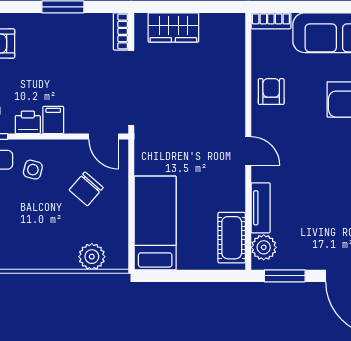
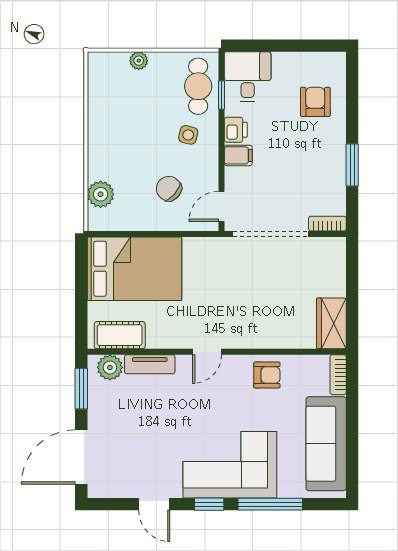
wardrobe: (173, 28) -> (331, 323), moved
bed: (155, 223) -> (134, 269), width x1.50

